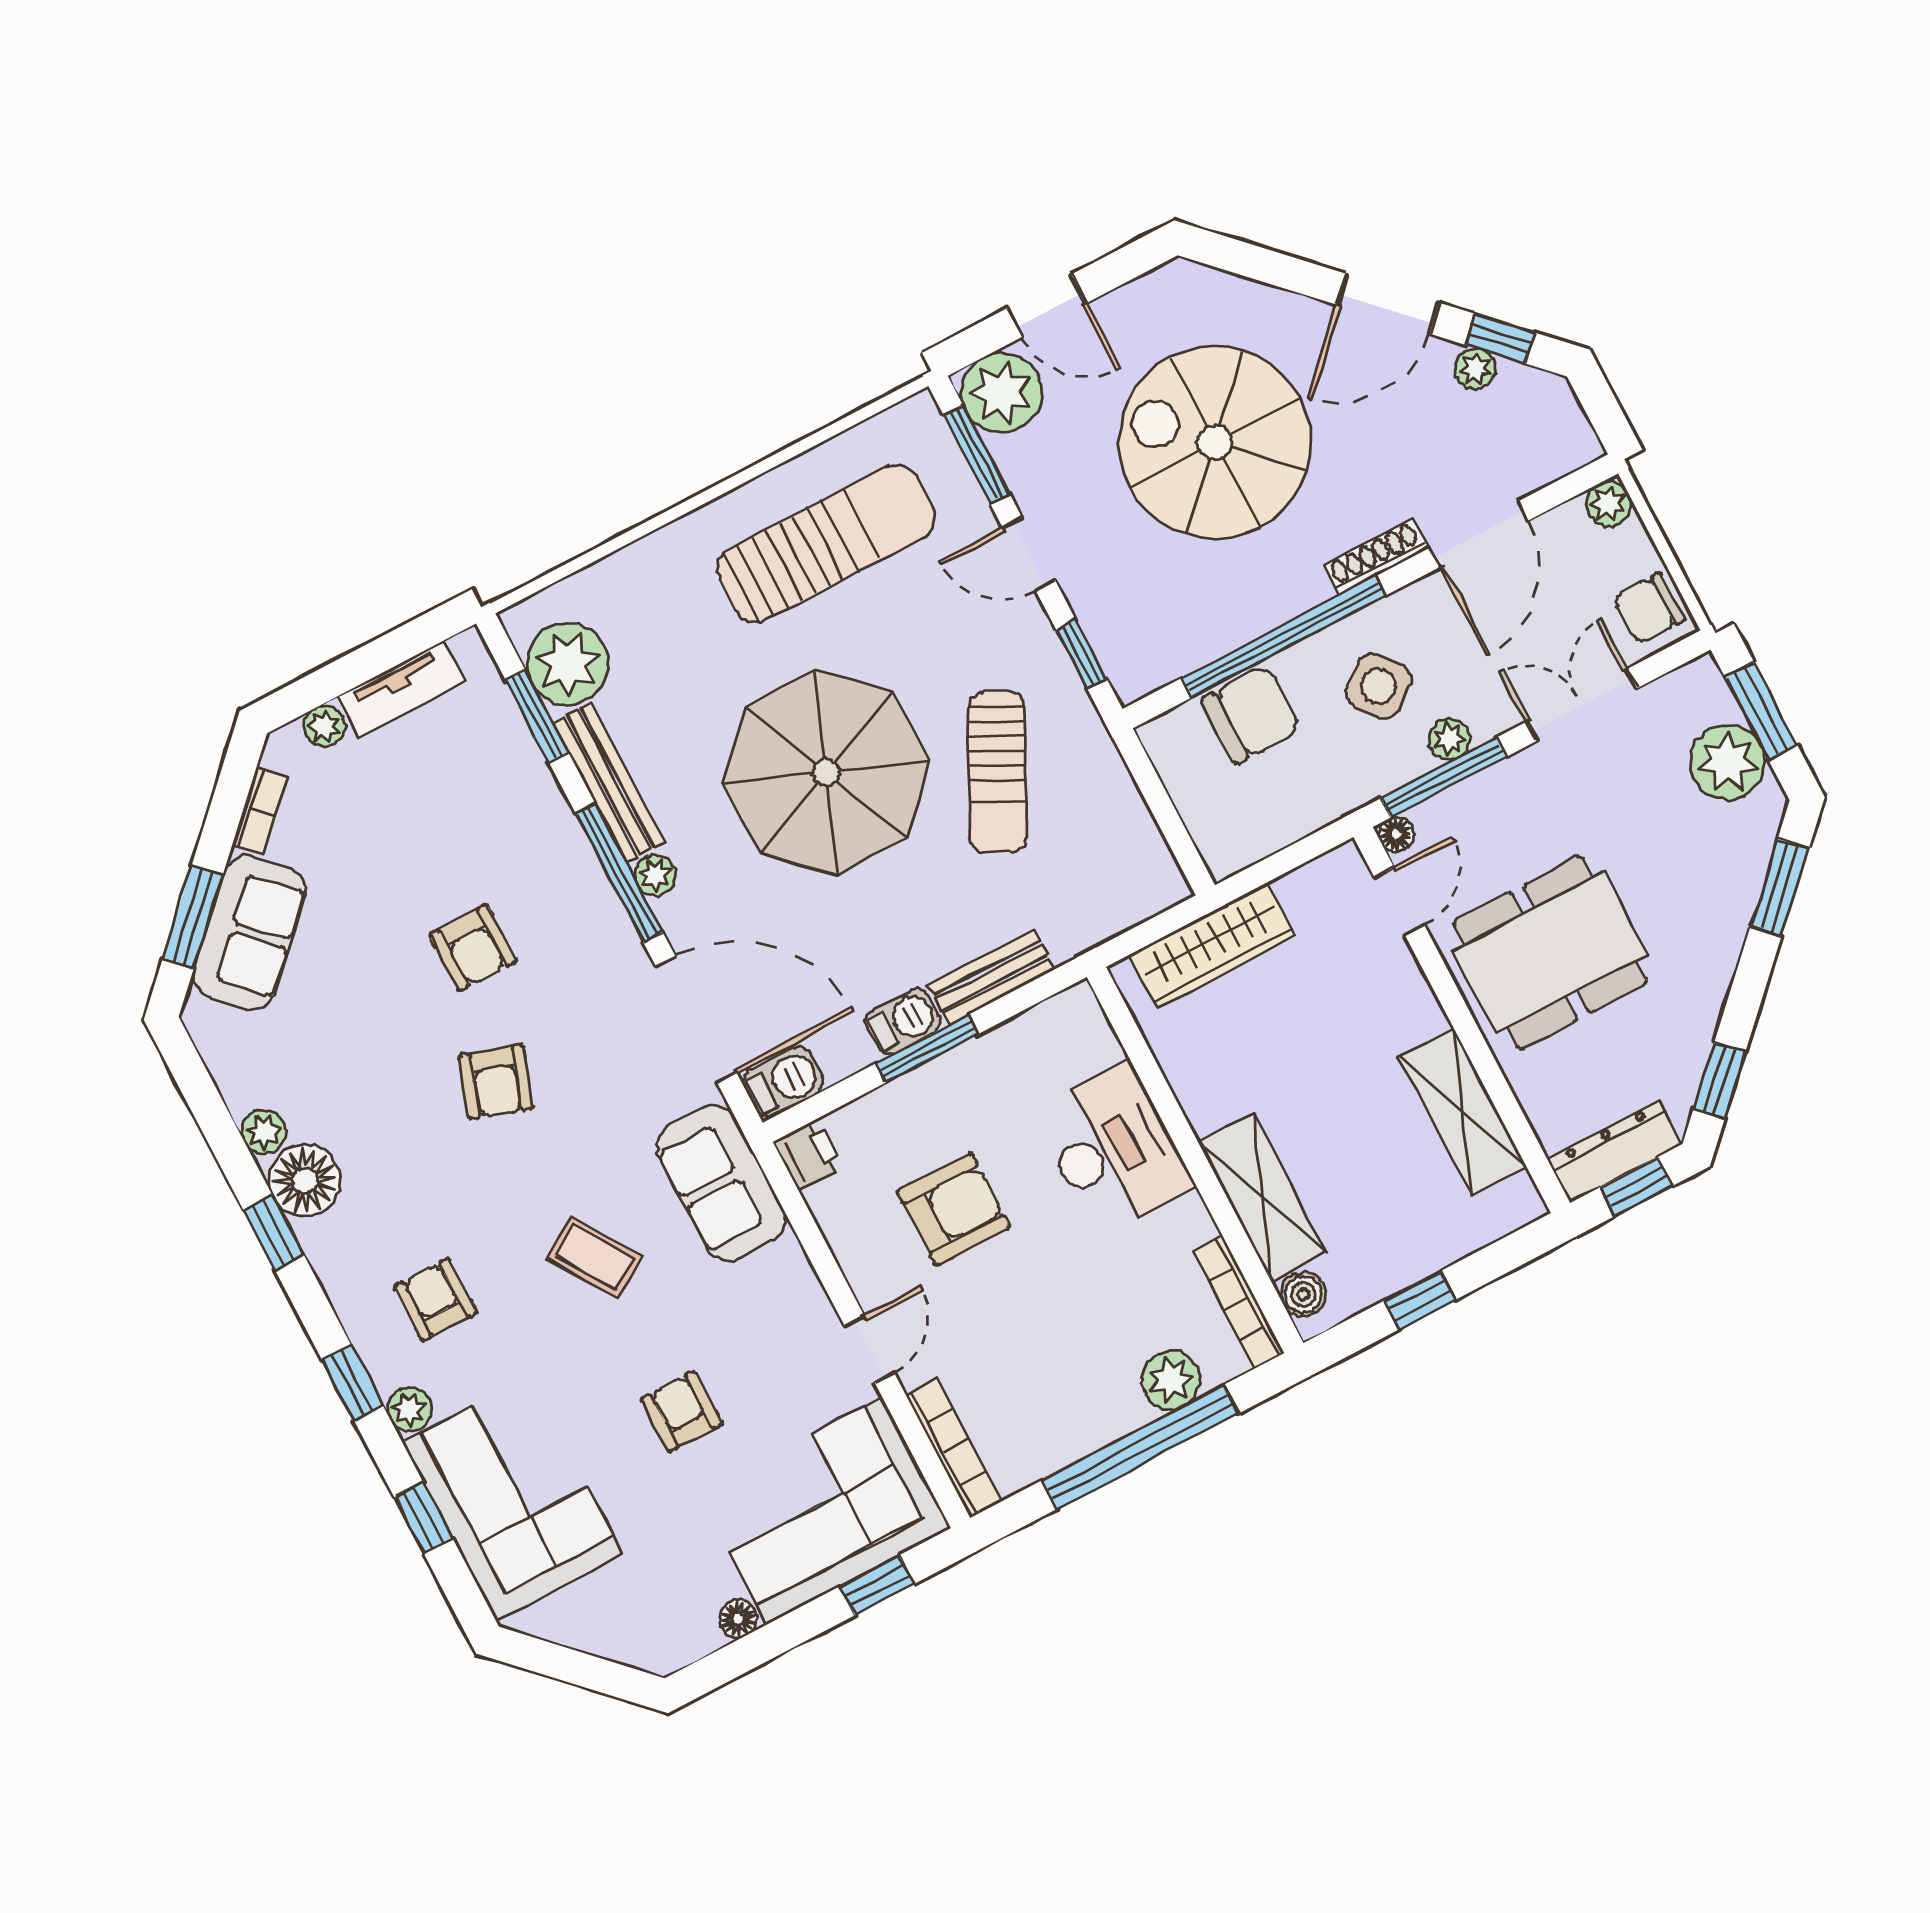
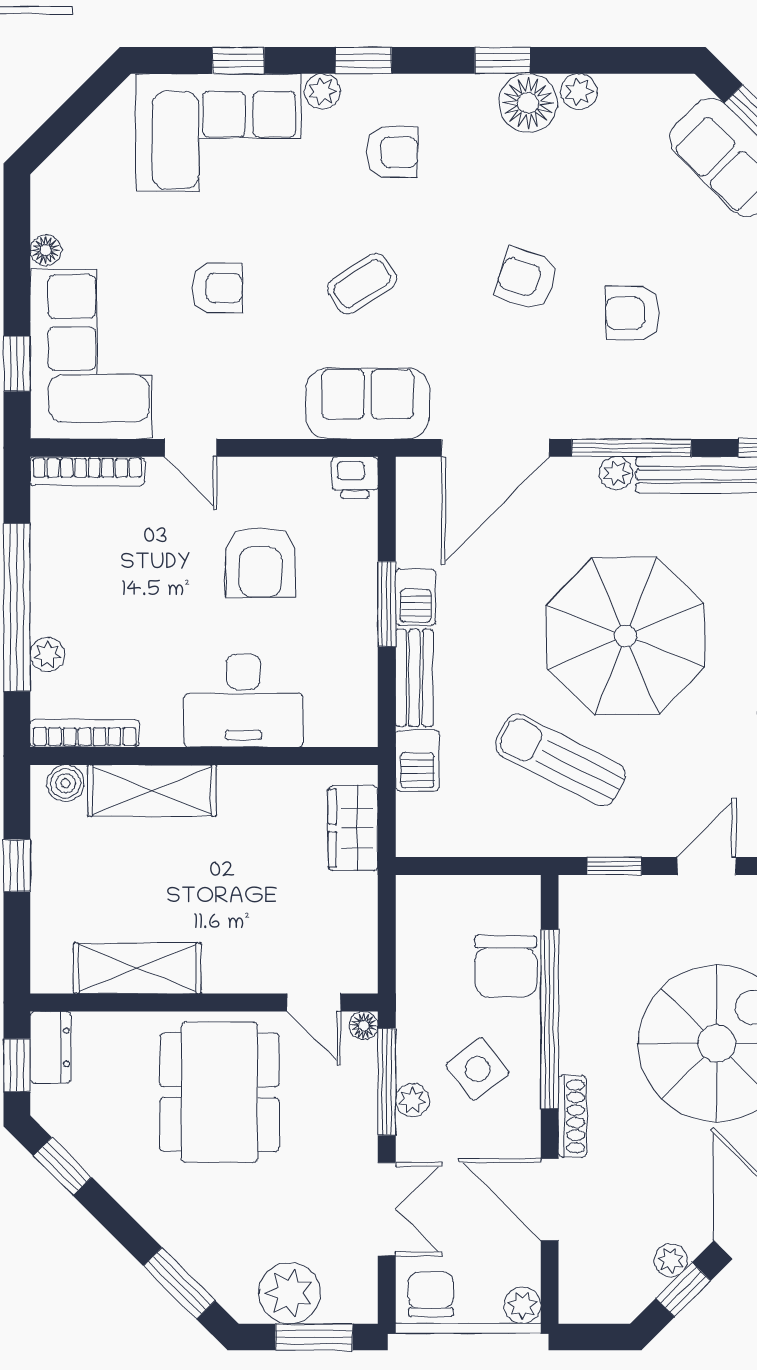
wardrobe: (1212, 946) -> (353, 828), width x0.67
barbecue: (783, 1082) -> (417, 761), moved
dresser: (1615, 1152) -> (50, 1047), width x0.70
plant: (1171, 1380) -> (47, 655), width x0.73, depth x0.73

